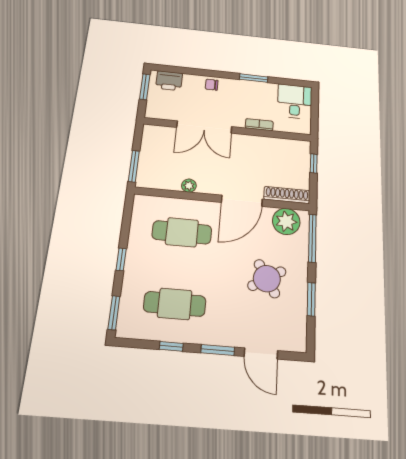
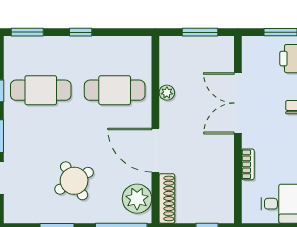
window: (134, 166) -> (200, 32), moved
cafe table: (182, 232) -> (115, 90), turned 90
cafe table: (175, 304) -> (41, 90), turned 90

